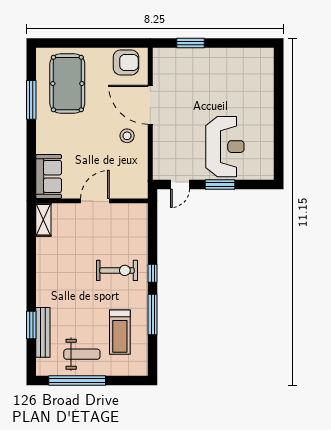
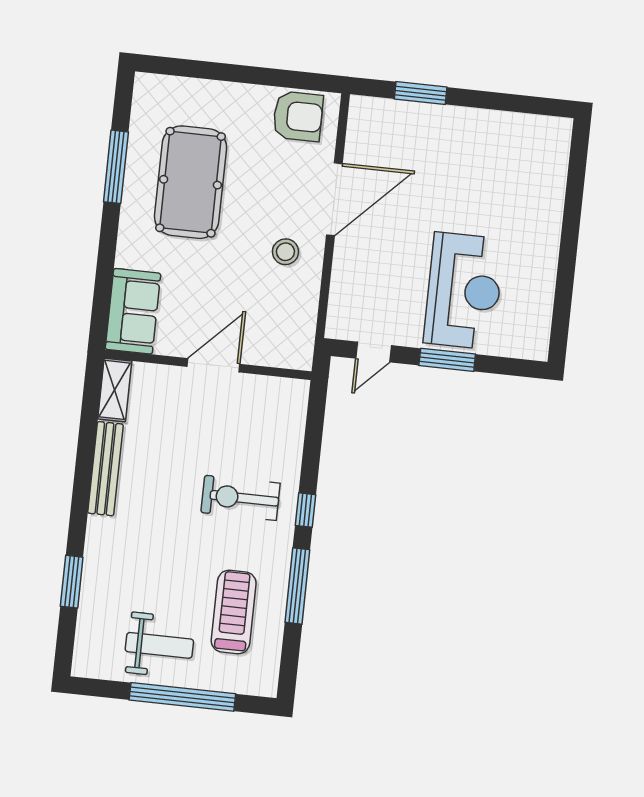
pool table: (67, 84) -> (191, 182), moved
door: (150, 105) -> (334, 199), swing flipped
exercise bike: (117, 270) -> (241, 498), turned 180
bench: (43, 332) -> (105, 469), moved
treadmill: (120, 332) -> (234, 612), turned 180
window: (77, 381) -> (182, 697), moved

